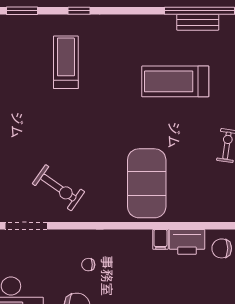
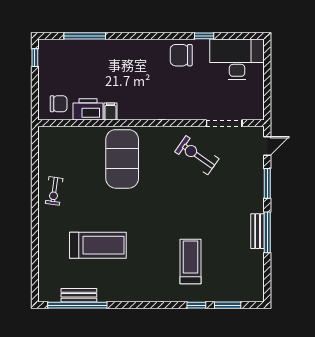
window: (79, 11) -> (196, 305), moved
treadmill: (66, 62) -> (191, 261), turned 180
chair: (88, 265) -> (172, 90), removed

